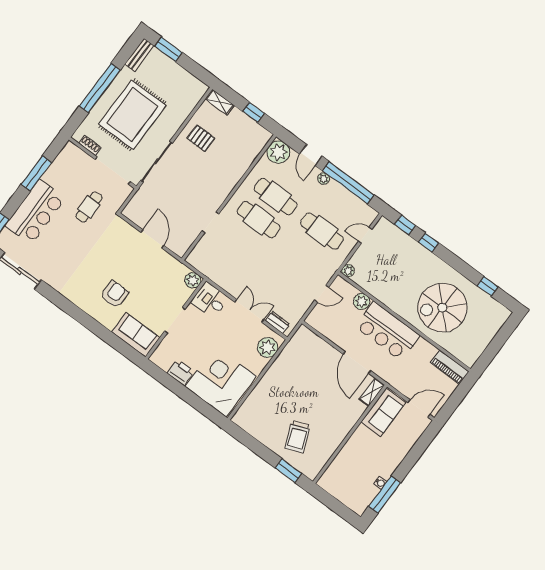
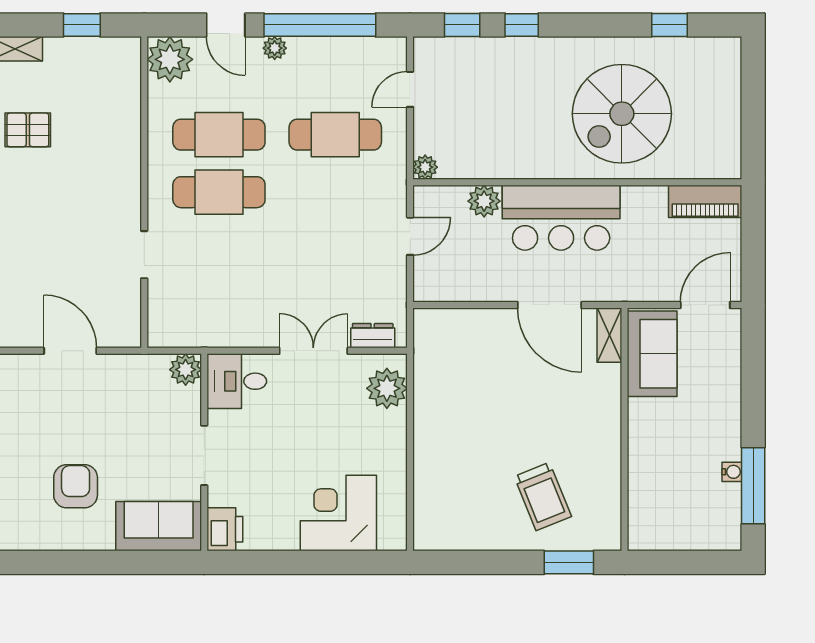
printer: (181, 373) -> (225, 529), moved, turned 90
corner desk: (221, 381) -> (338, 513), width x0.74, depth x0.74

